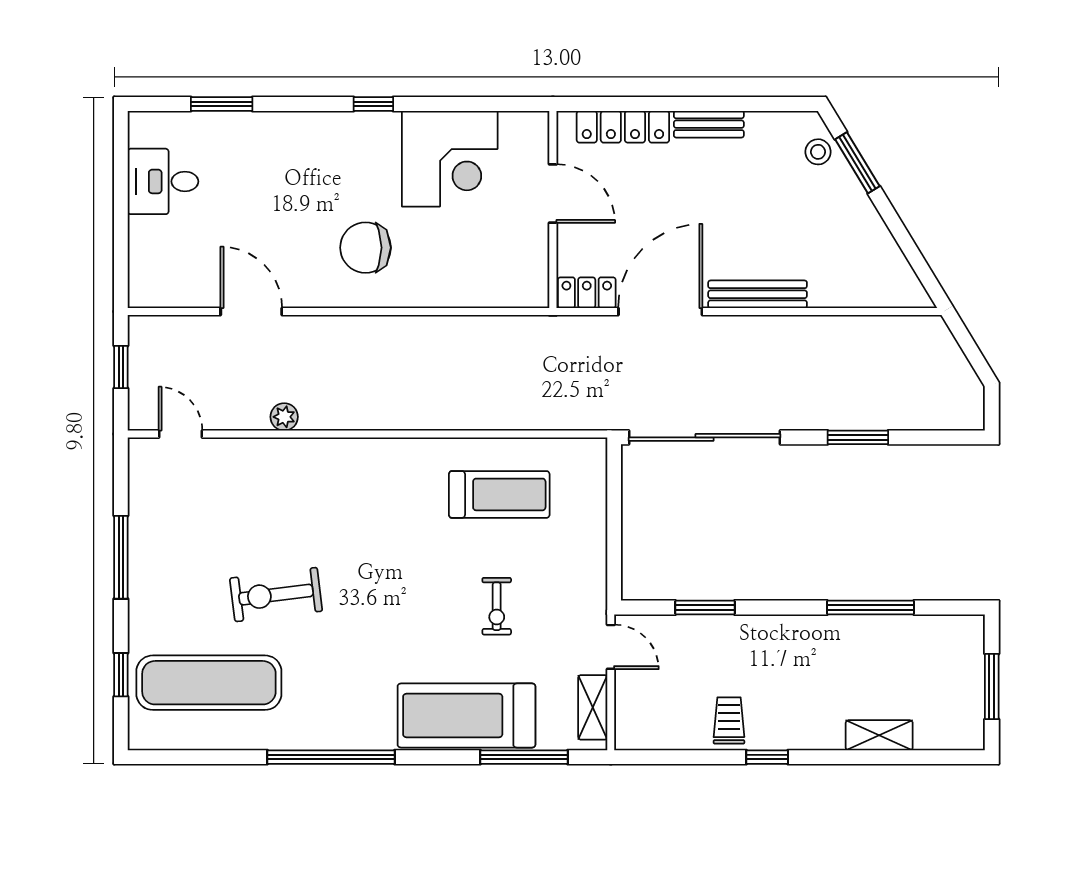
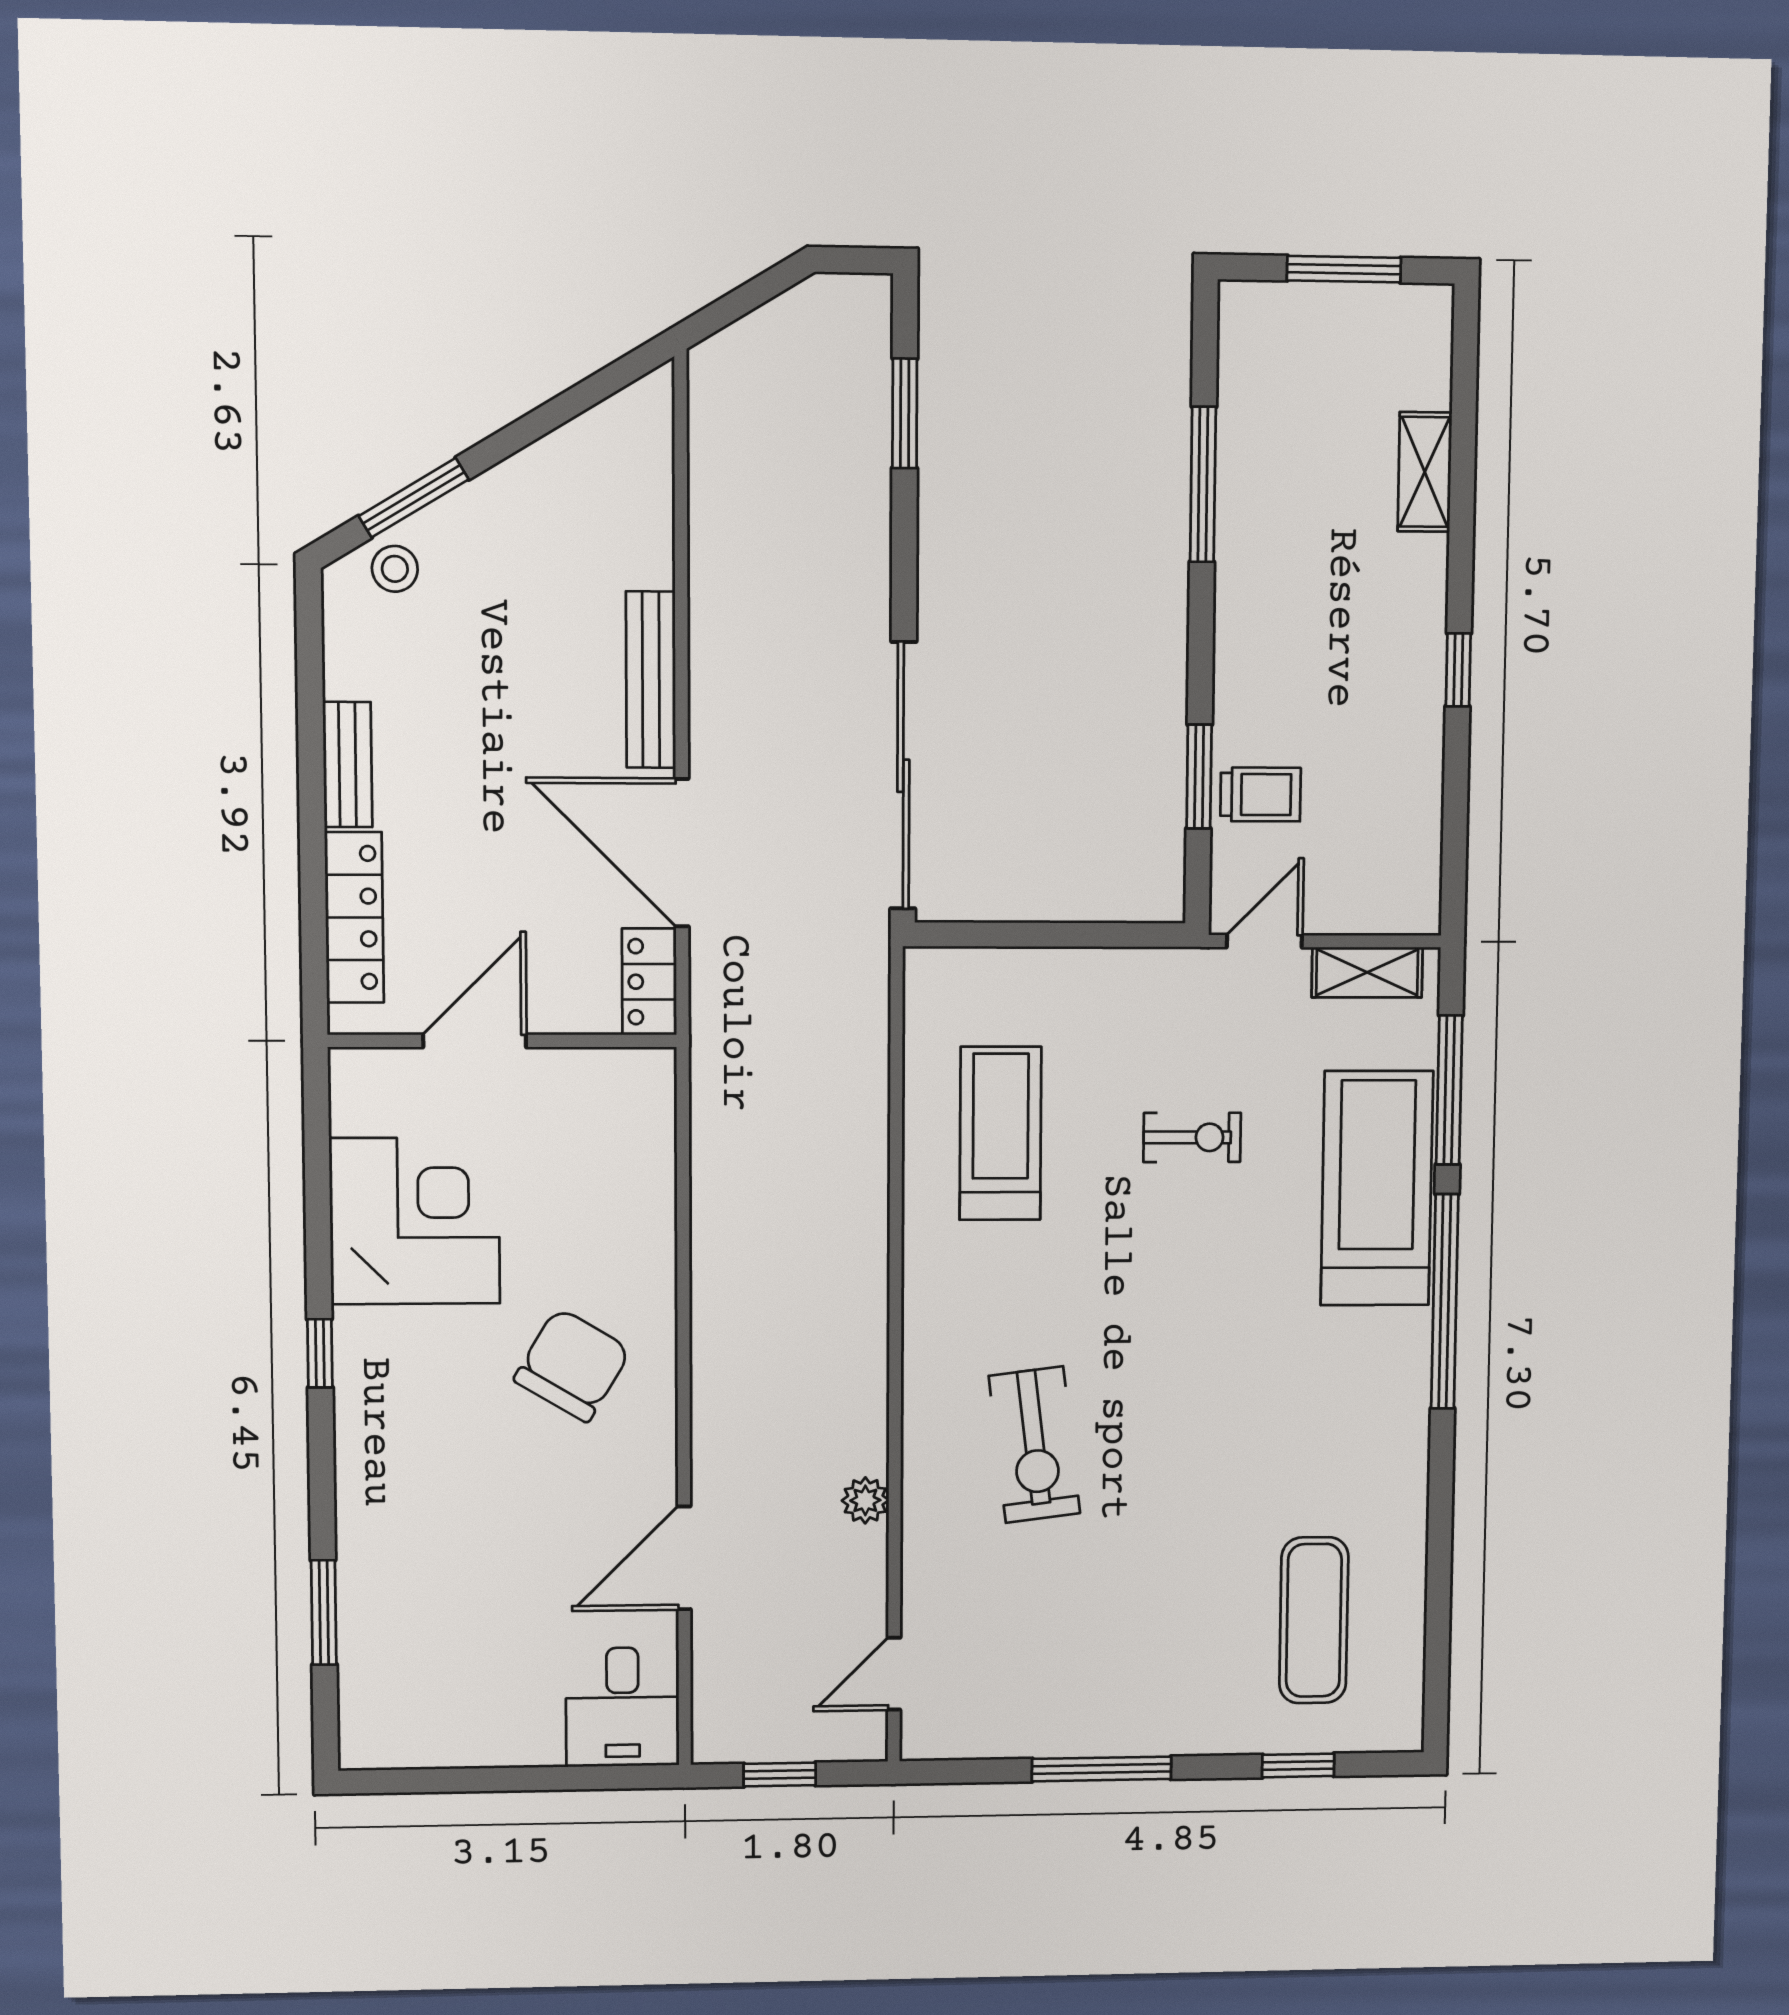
desk: (163, 181) -> (622, 1707), moved
chair: (365, 248) -> (572, 1365), turned -149
window: (858, 437) -> (905, 413), moved
exercise bike: (276, 595) -> (1034, 1445), moved
exercise mat: (209, 683) -> (1314, 1620), width x0.73, depth x0.69
treadmill: (466, 716) -> (1377, 1188), turned 180
trolley: (729, 721) -> (1261, 794), moved, turned 180
window: (331, 757) -> (1445, 1302), moved

